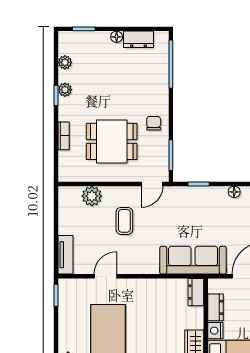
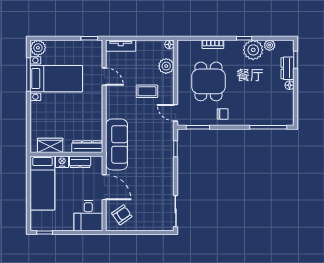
dresser: (138, 39) -> (288, 68), moved
plant: (65, 90) -> (253, 50), width x1.88, depth x1.88
floor lamp: (234, 192) -> (169, 44), moved
dresser: (196, 292) -> (87, 147), width x1.44

